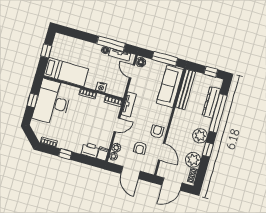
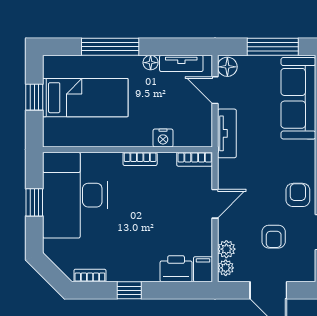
window: (111, 44) -> (110, 47), moved
bed: (66, 72) -> (85, 98), moved
tv unit: (129, 104) -> (227, 133), moved

